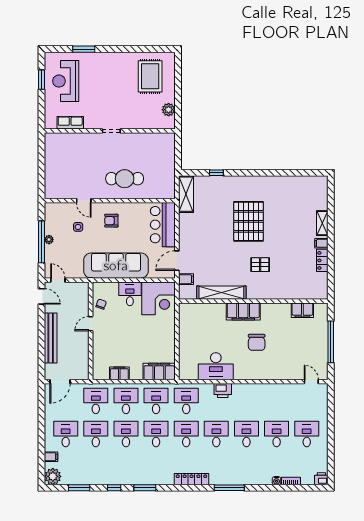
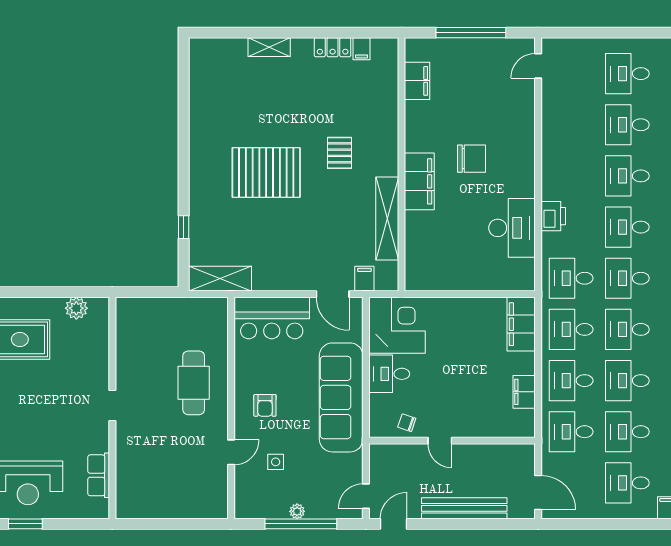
filing cabinet: (321, 243) -> (362, 49), moved

